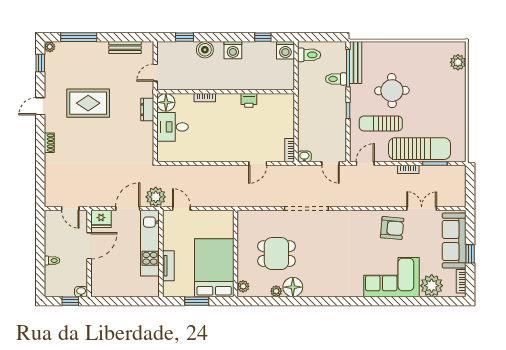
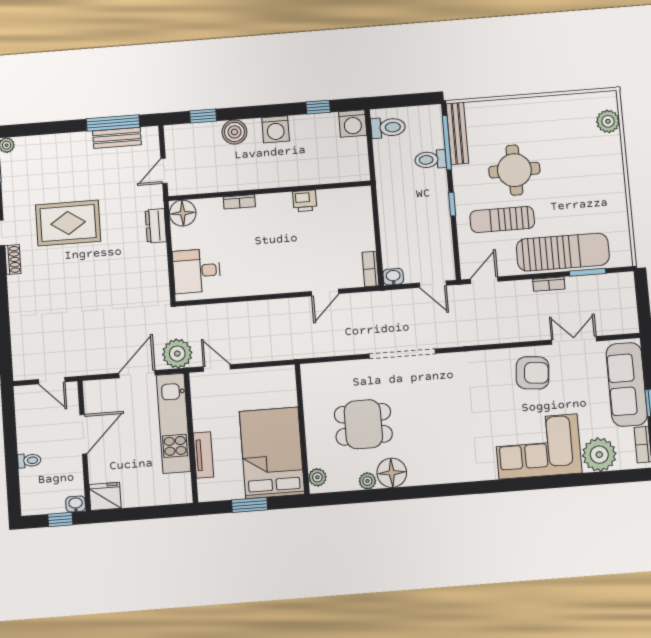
window: (79, 37) -> (113, 123), moved
desk: (173, 127) -> (197, 271), moved
shoe rack: (49, 143) -> (13, 260), moved
fridge: (101, 219) -> (105, 496), moved, turned 180

